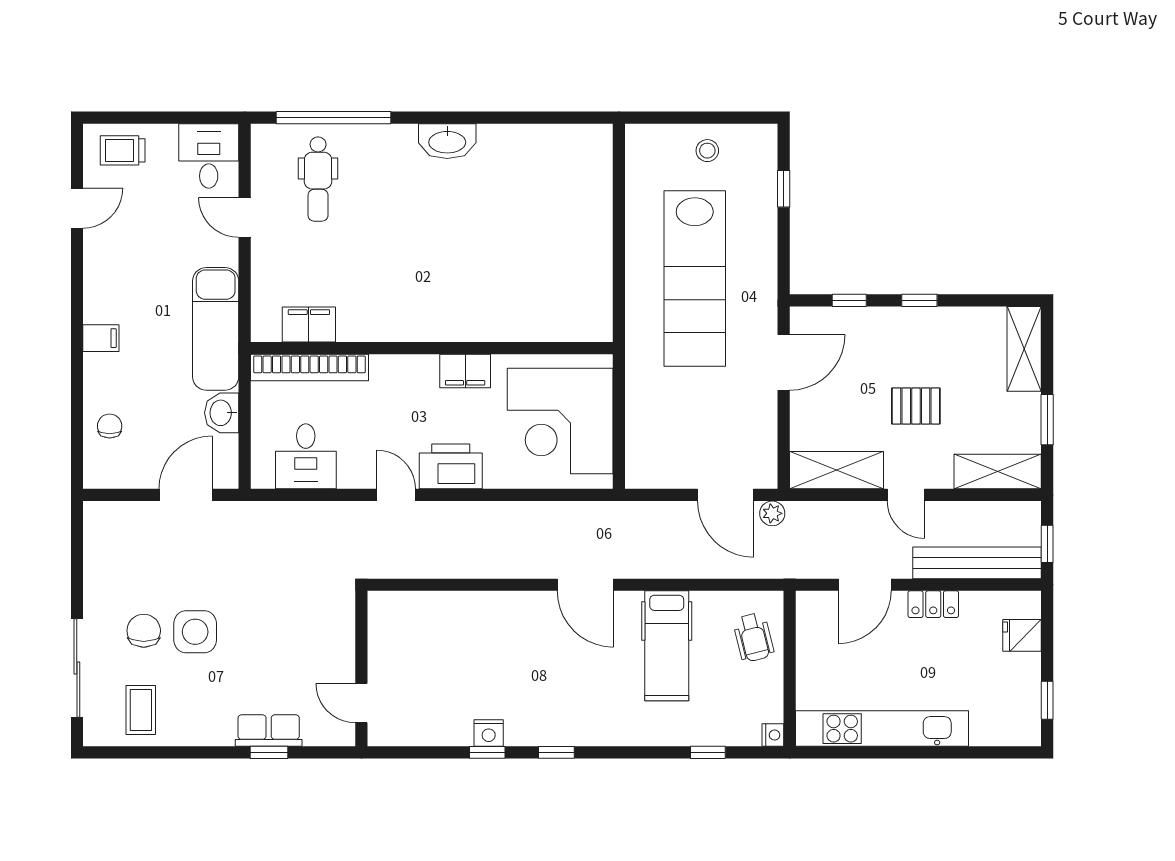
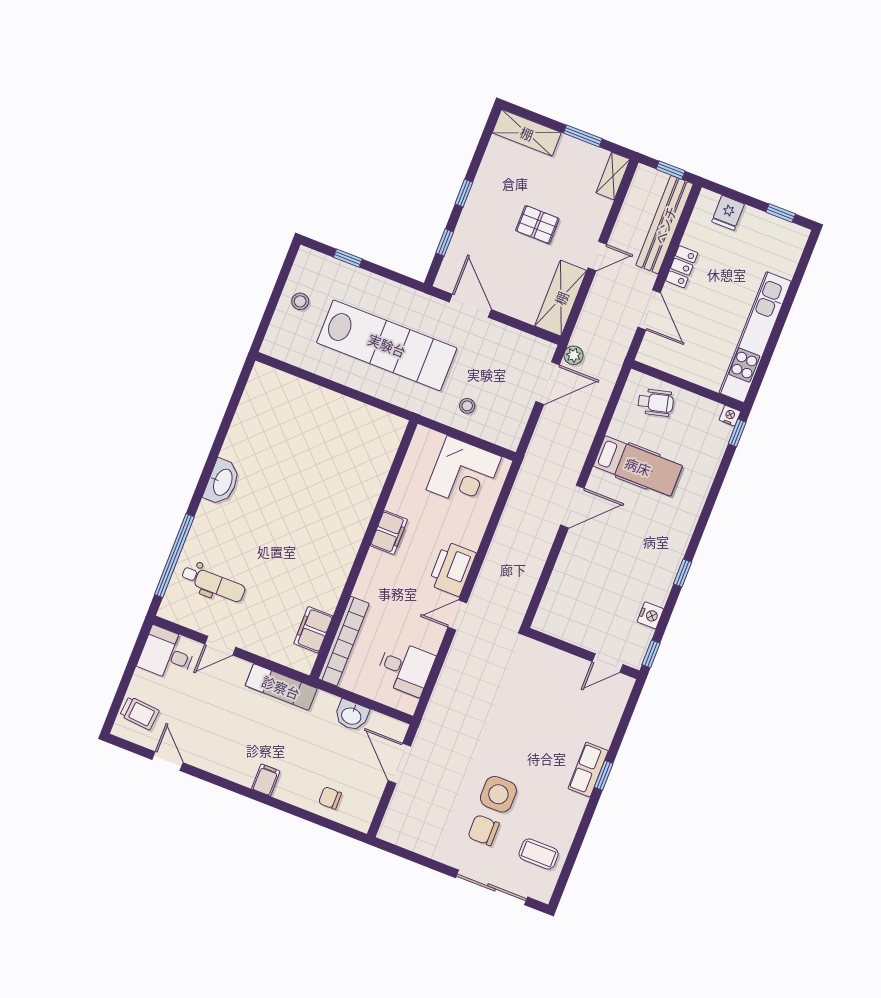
trolley: (123, 150) -> (139, 713), turned -85
exam couch: (216, 329) -> (281, 687), width x0.73, depth x0.69
pallet: (916, 406) -> (537, 225), turned 90
stool: (659, 407) -> (467, 406), added
corner desk: (560, 421) -> (464, 473), width x0.74, depth x0.74
shelving: (998, 472) -> (613, 176), width x0.67, depth x0.75
wall: (361, 669) -> (583, 653), moved
door: (361, 703) -> (607, 663), moved
window: (487, 752) -> (651, 654), moved
window: (708, 752) -> (737, 433), moved

